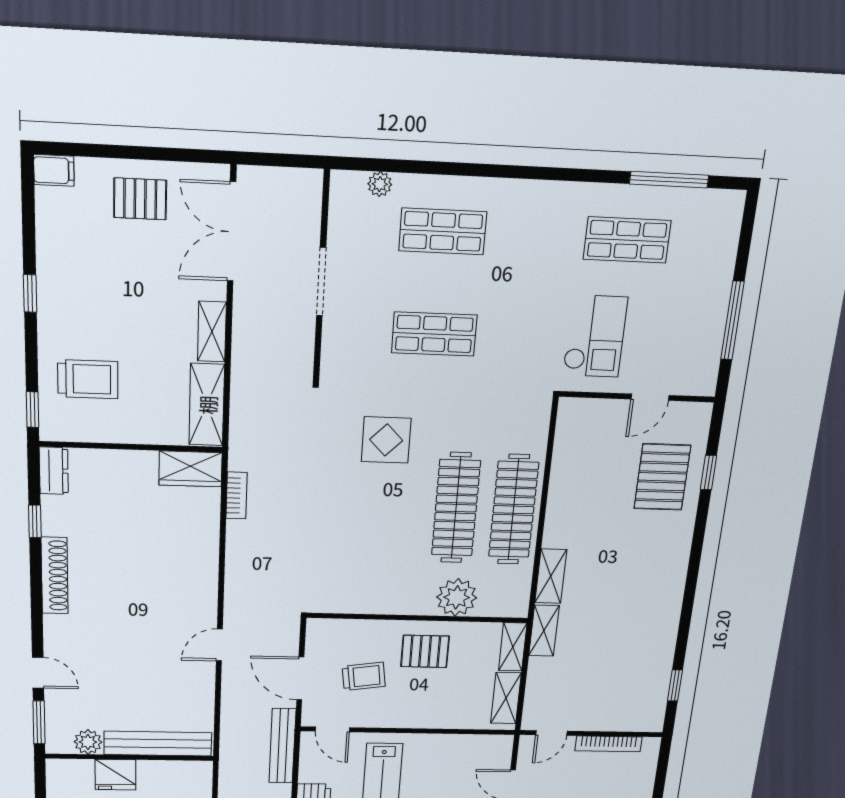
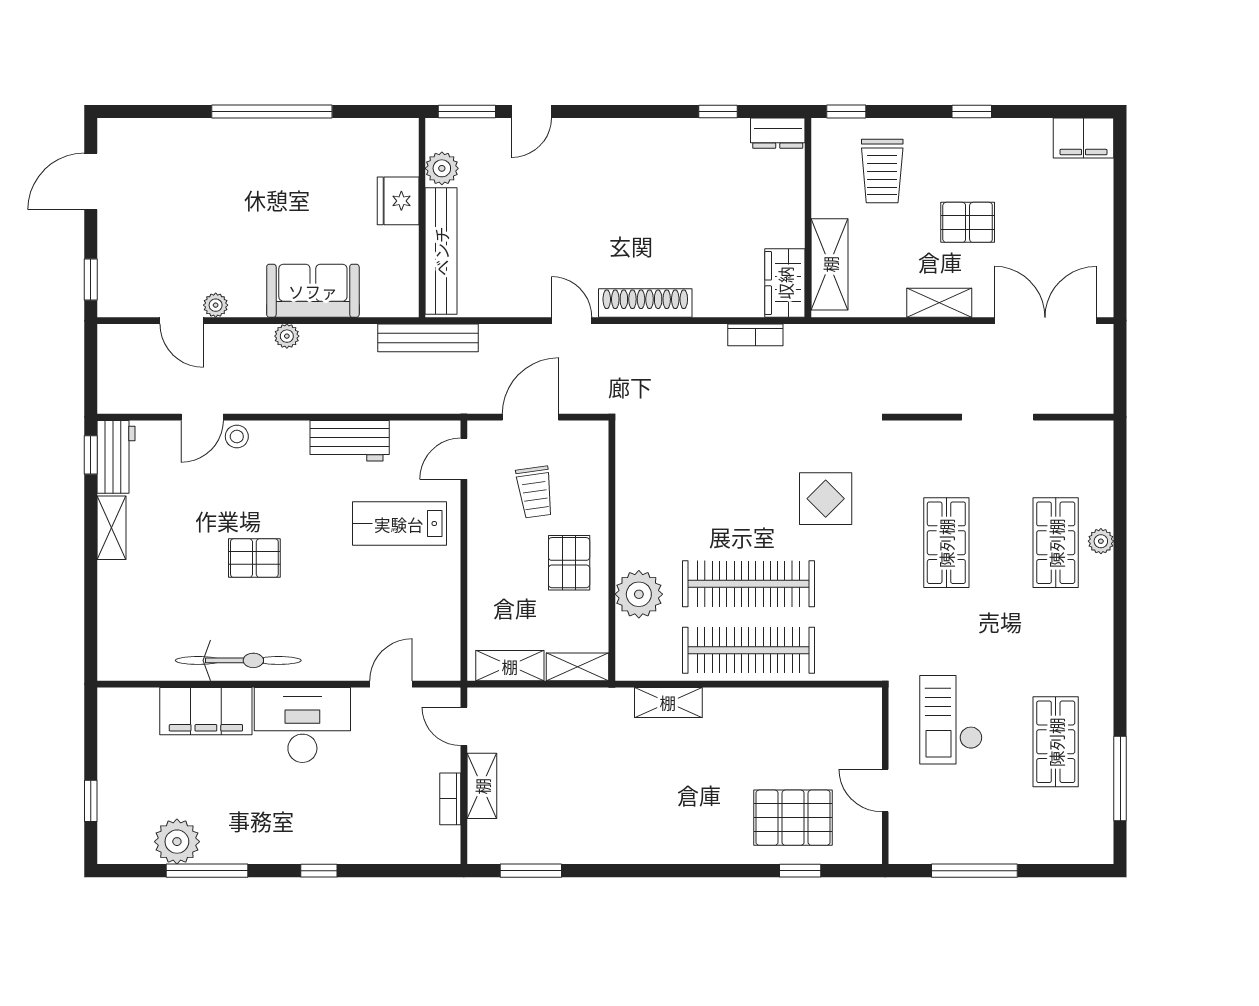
filing cabinet: (54, 170) -> (1083, 138), width x2.00
plant: (380, 184) -> (1101, 541), moved
pallet: (140, 199) -> (968, 222), moved, turned 90
checkout: (595, 336) -> (951, 720), turned 90
shelving: (207, 405) -> (830, 264), moved, turned 90
shoe rack: (55, 576) -> (645, 303), moved, turned 180
shelving: (544, 631) -> (482, 786), moved, turned 90
window: (675, 685) -> (531, 871), width x1.50
bookcase: (608, 744) -> (450, 799), width x0.64
bench: (282, 746) -> (428, 338), moved

